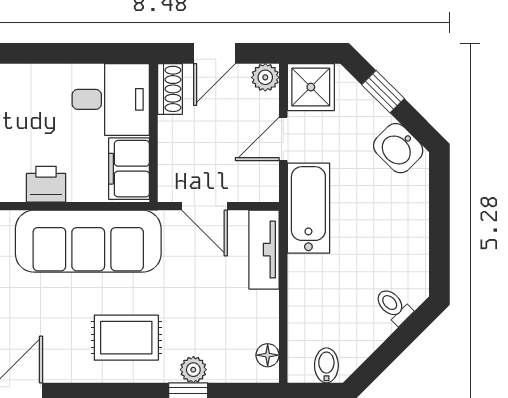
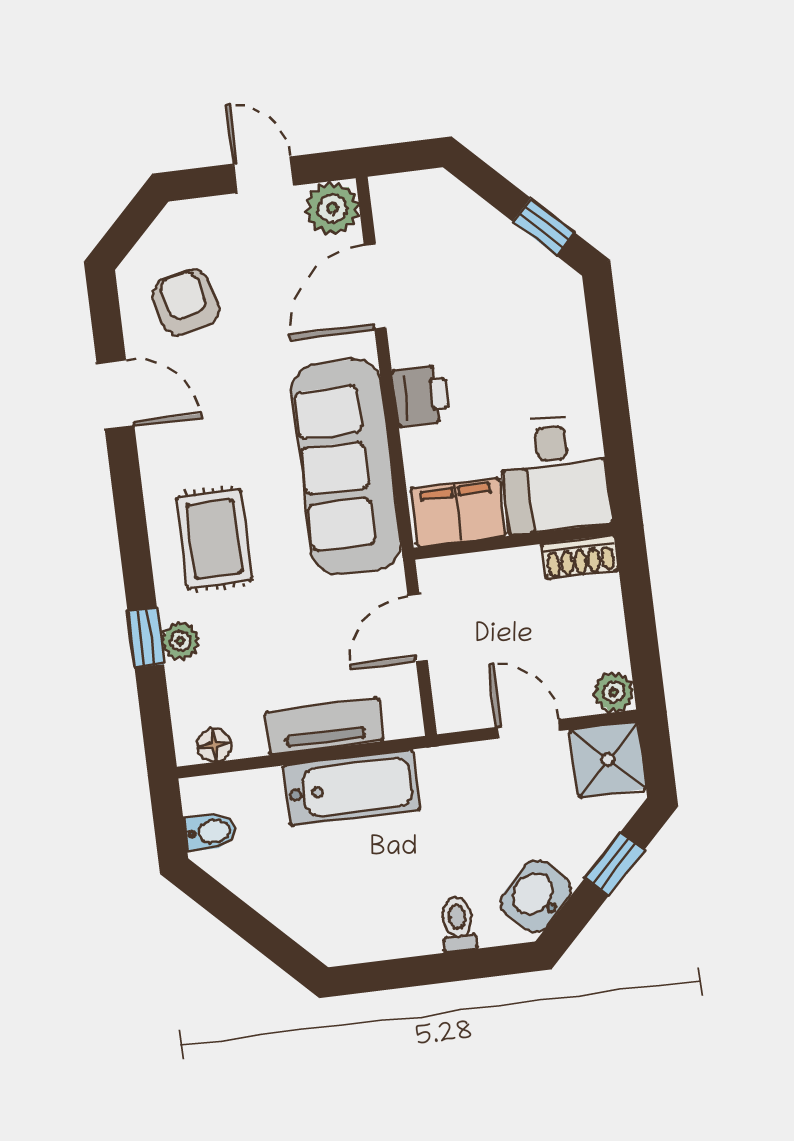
door: (214, 53) -> (639, 615), removed
bathtub: (308, 208) -> (351, 788), moved
tv unit: (264, 250) -> (324, 726), moved
toilet: (393, 306) -> (458, 924), moved, turned -45

